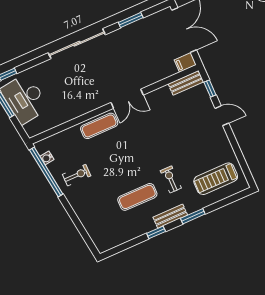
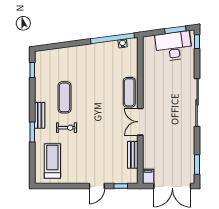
window: (131, 20) -> (197, 164), moved
bench: (186, 83) -> (133, 155), moved
exercise bike: (77, 175) -> (100, 60), removed
window: (156, 232) -> (32, 70), moved

